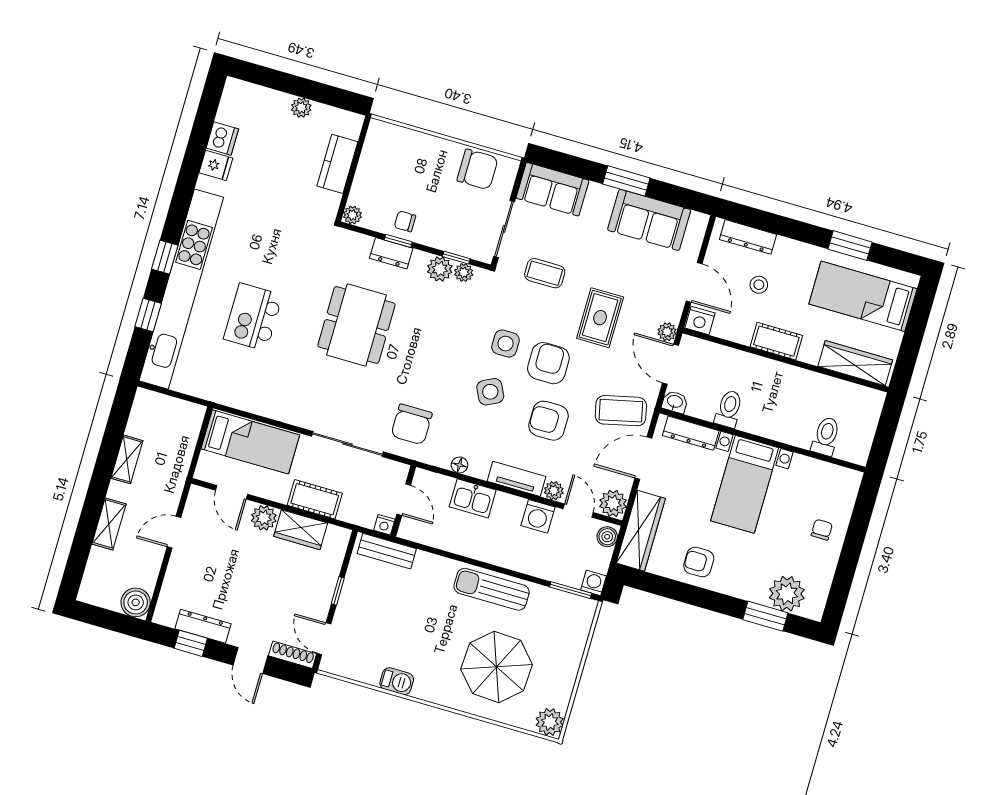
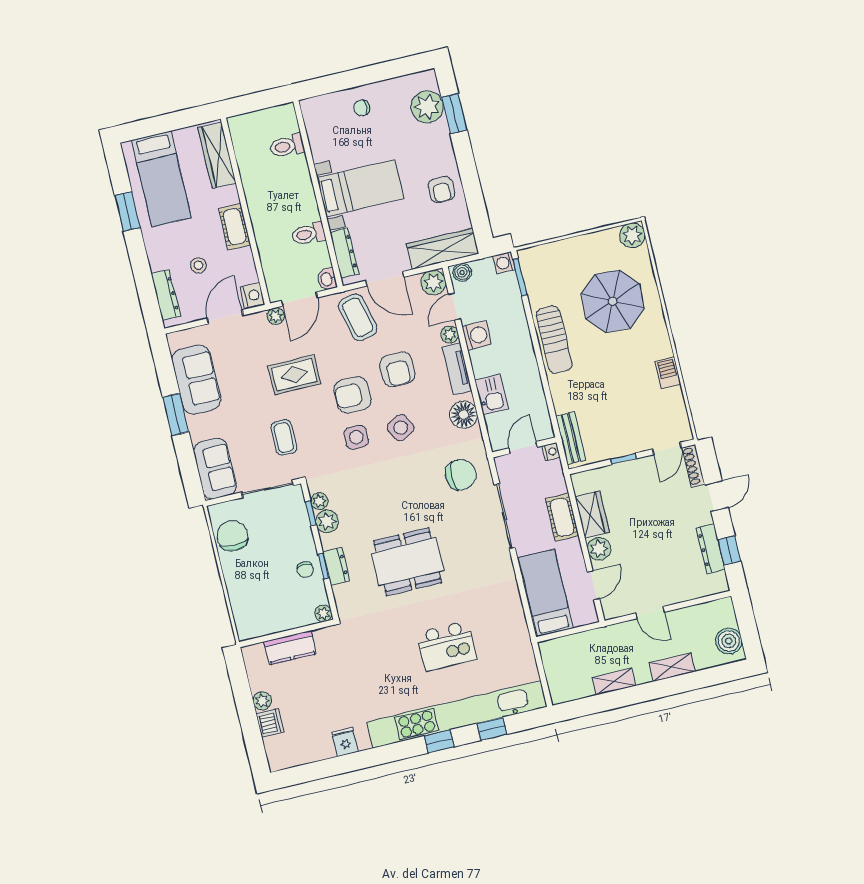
dishwasher: (222, 139) -> (270, 723), moved, turned 90
floor lamp: (459, 465) -> (464, 415), width x1.89, depth x1.89
boiler: (136, 602) -> (729, 641), moved

